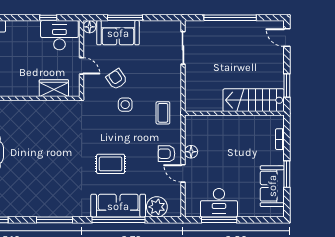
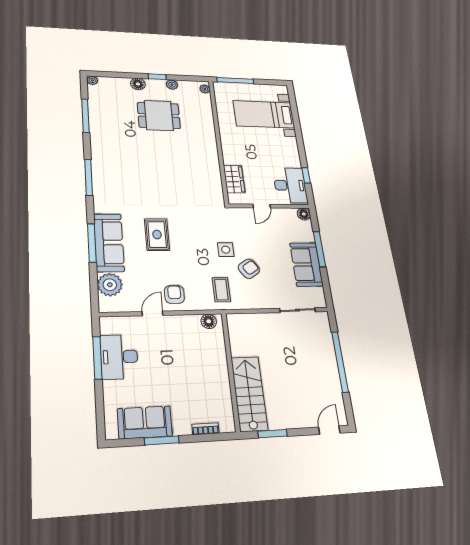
sofa: (118, 33) -> (306, 264), moved
armchair: (117, 79) -> (249, 269), moved
coffee table: (163, 113) -> (221, 290), turned 90
floor lamp: (191, 152) -> (209, 321), moved
window: (119, 220) -> (92, 243), width x0.68

